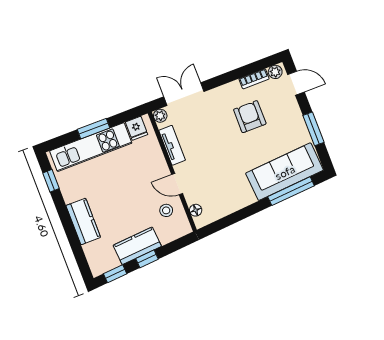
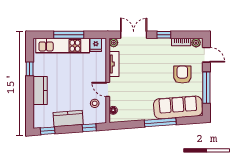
window: (226, 78) -> (164, 35), added
armchair: (250, 117) -> (182, 75), moved
window: (93, 129) -> (69, 35), width x1.44
window: (313, 129) -> (206, 88), width x1.44
window: (51, 181) -> (30, 69), moved
window: (291, 191) -> (160, 122), moved
window: (147, 259) -> (89, 128), moved

